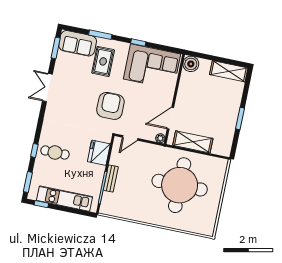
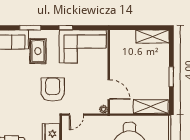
boiler: (191, 64) -> (117, 37), removed
door: (170, 118) -> (109, 90), swing flipped
shelving: (193, 142) -> (151, 107), moved

